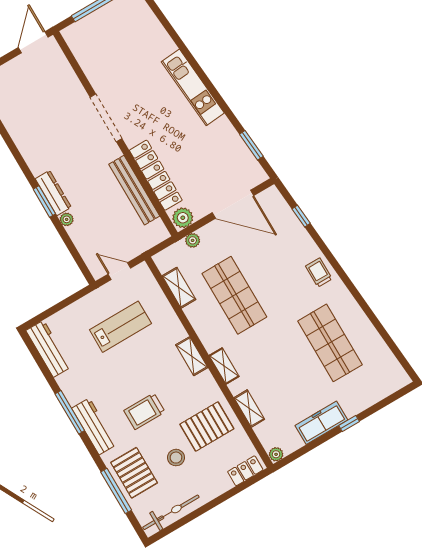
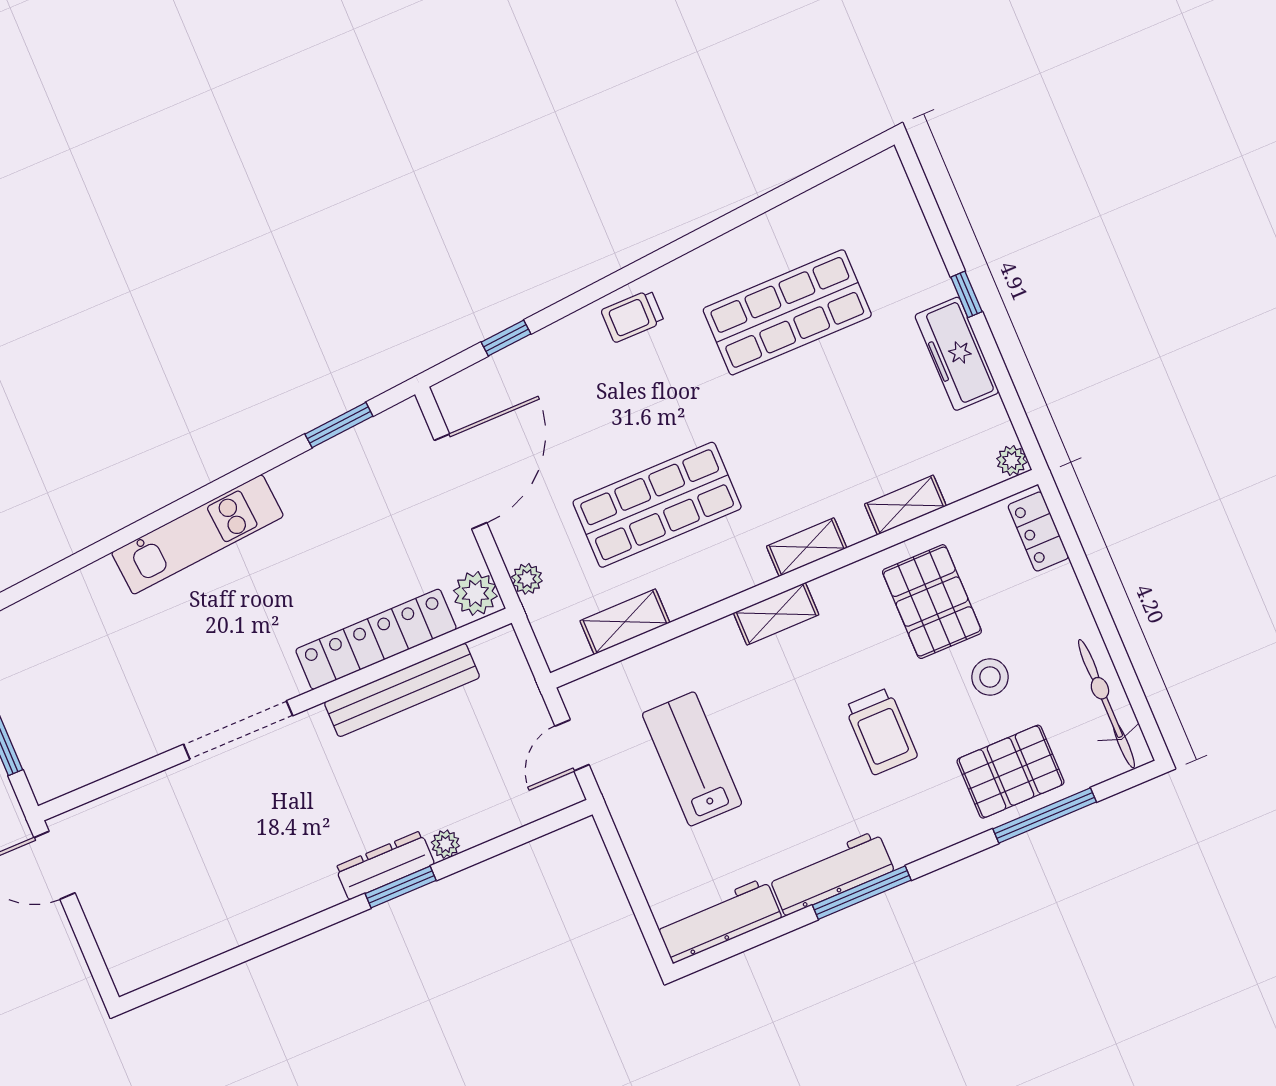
workbench: (94, 426) -> (831, 873), moved

